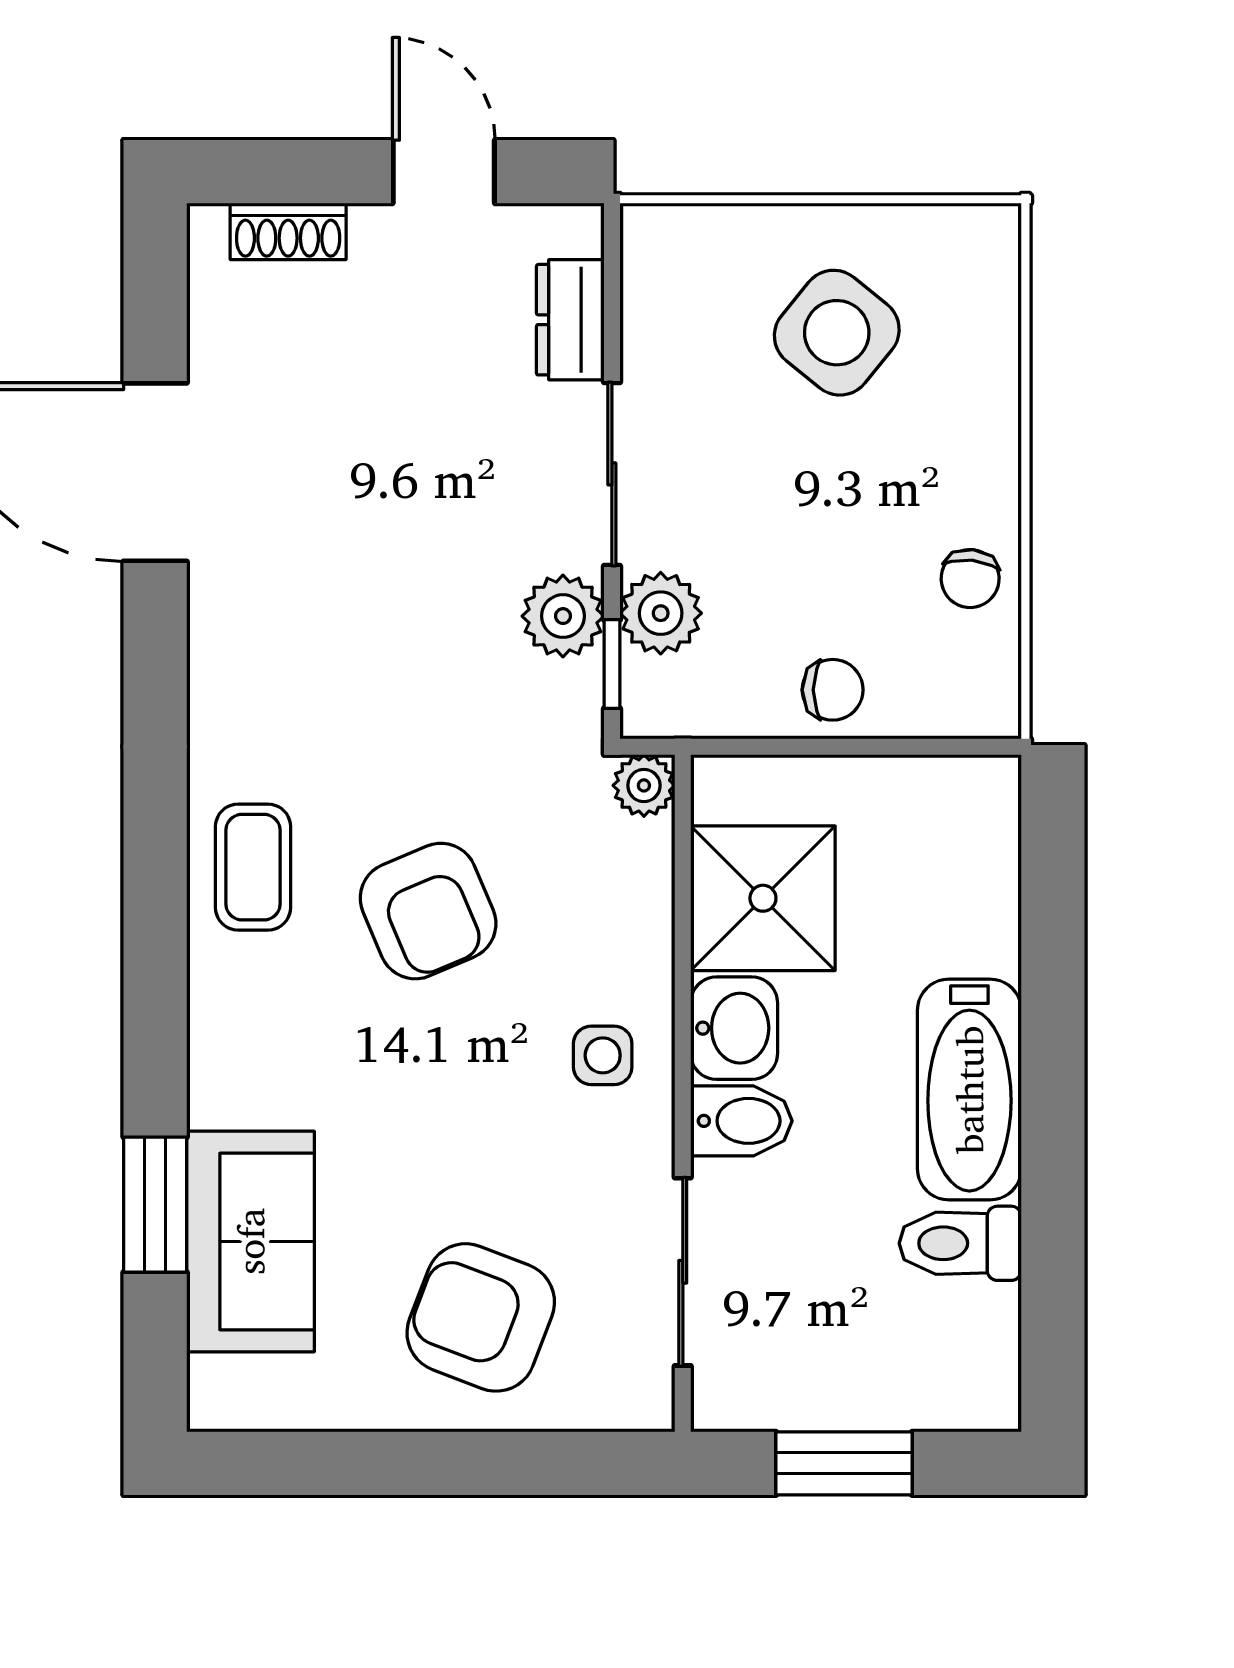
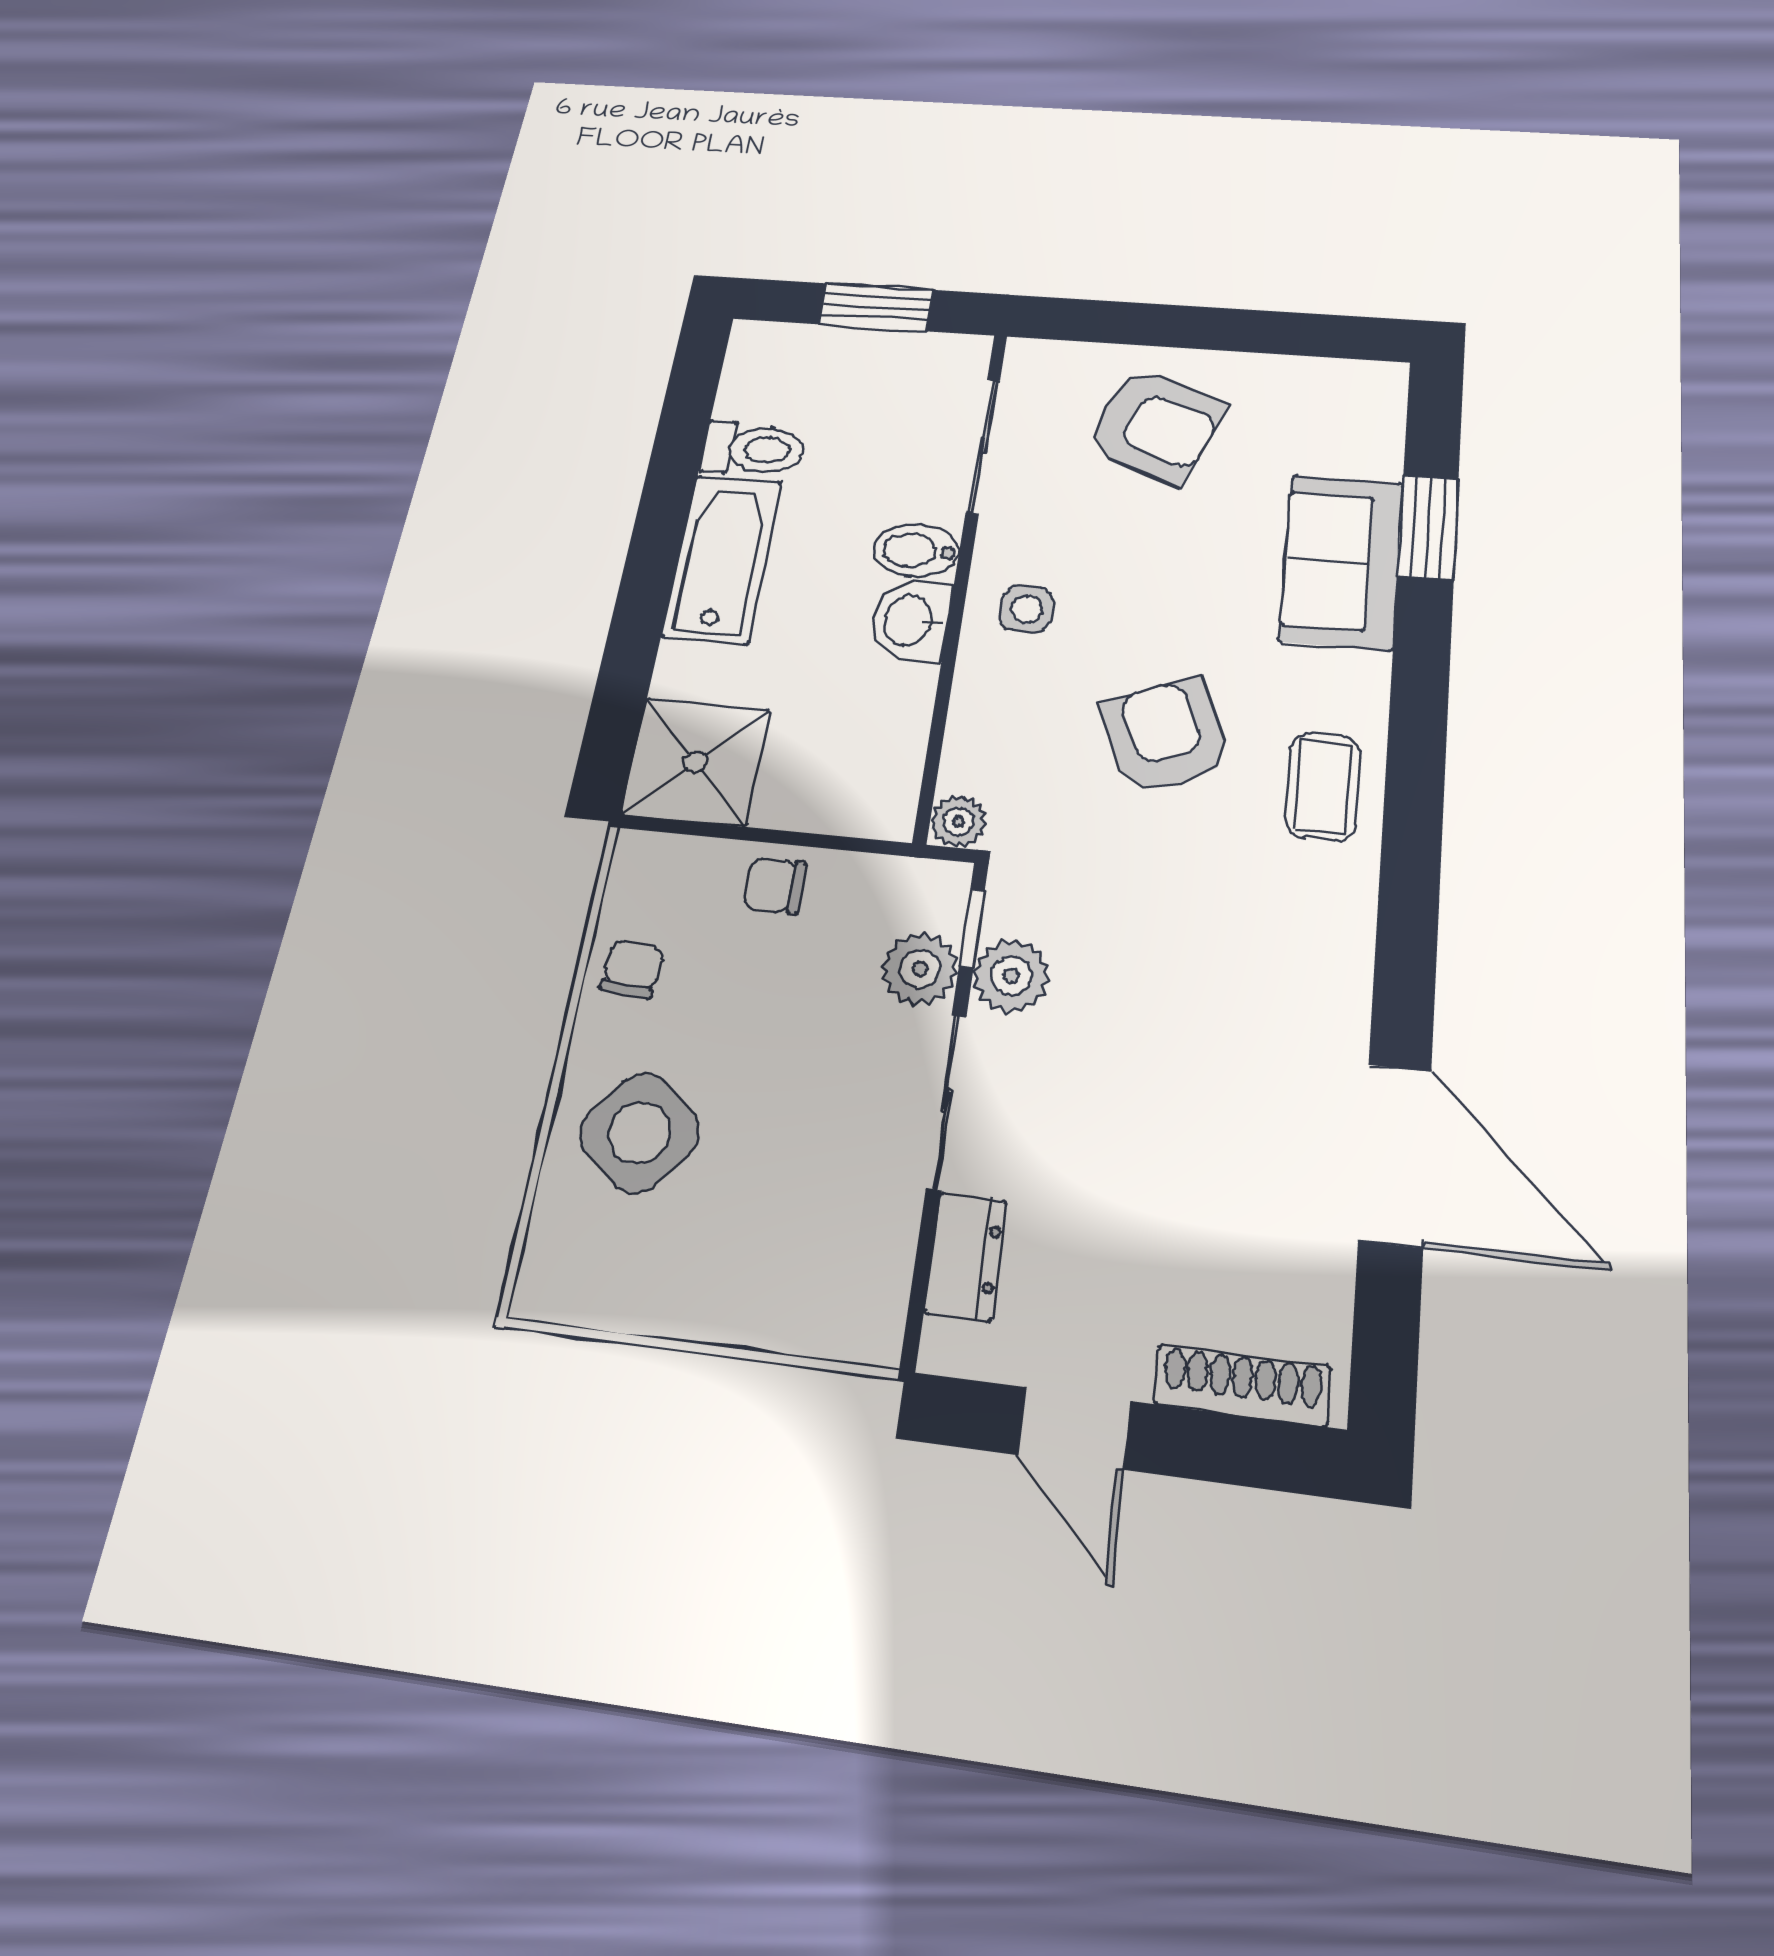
shoe rack: (288, 231) -> (1242, 1385), width x1.43
side table: (837, 333) -> (639, 1133), moved
shower: (763, 898) -> (696, 762), moved
sofa: (250, 1241) -> (1342, 562), moved

